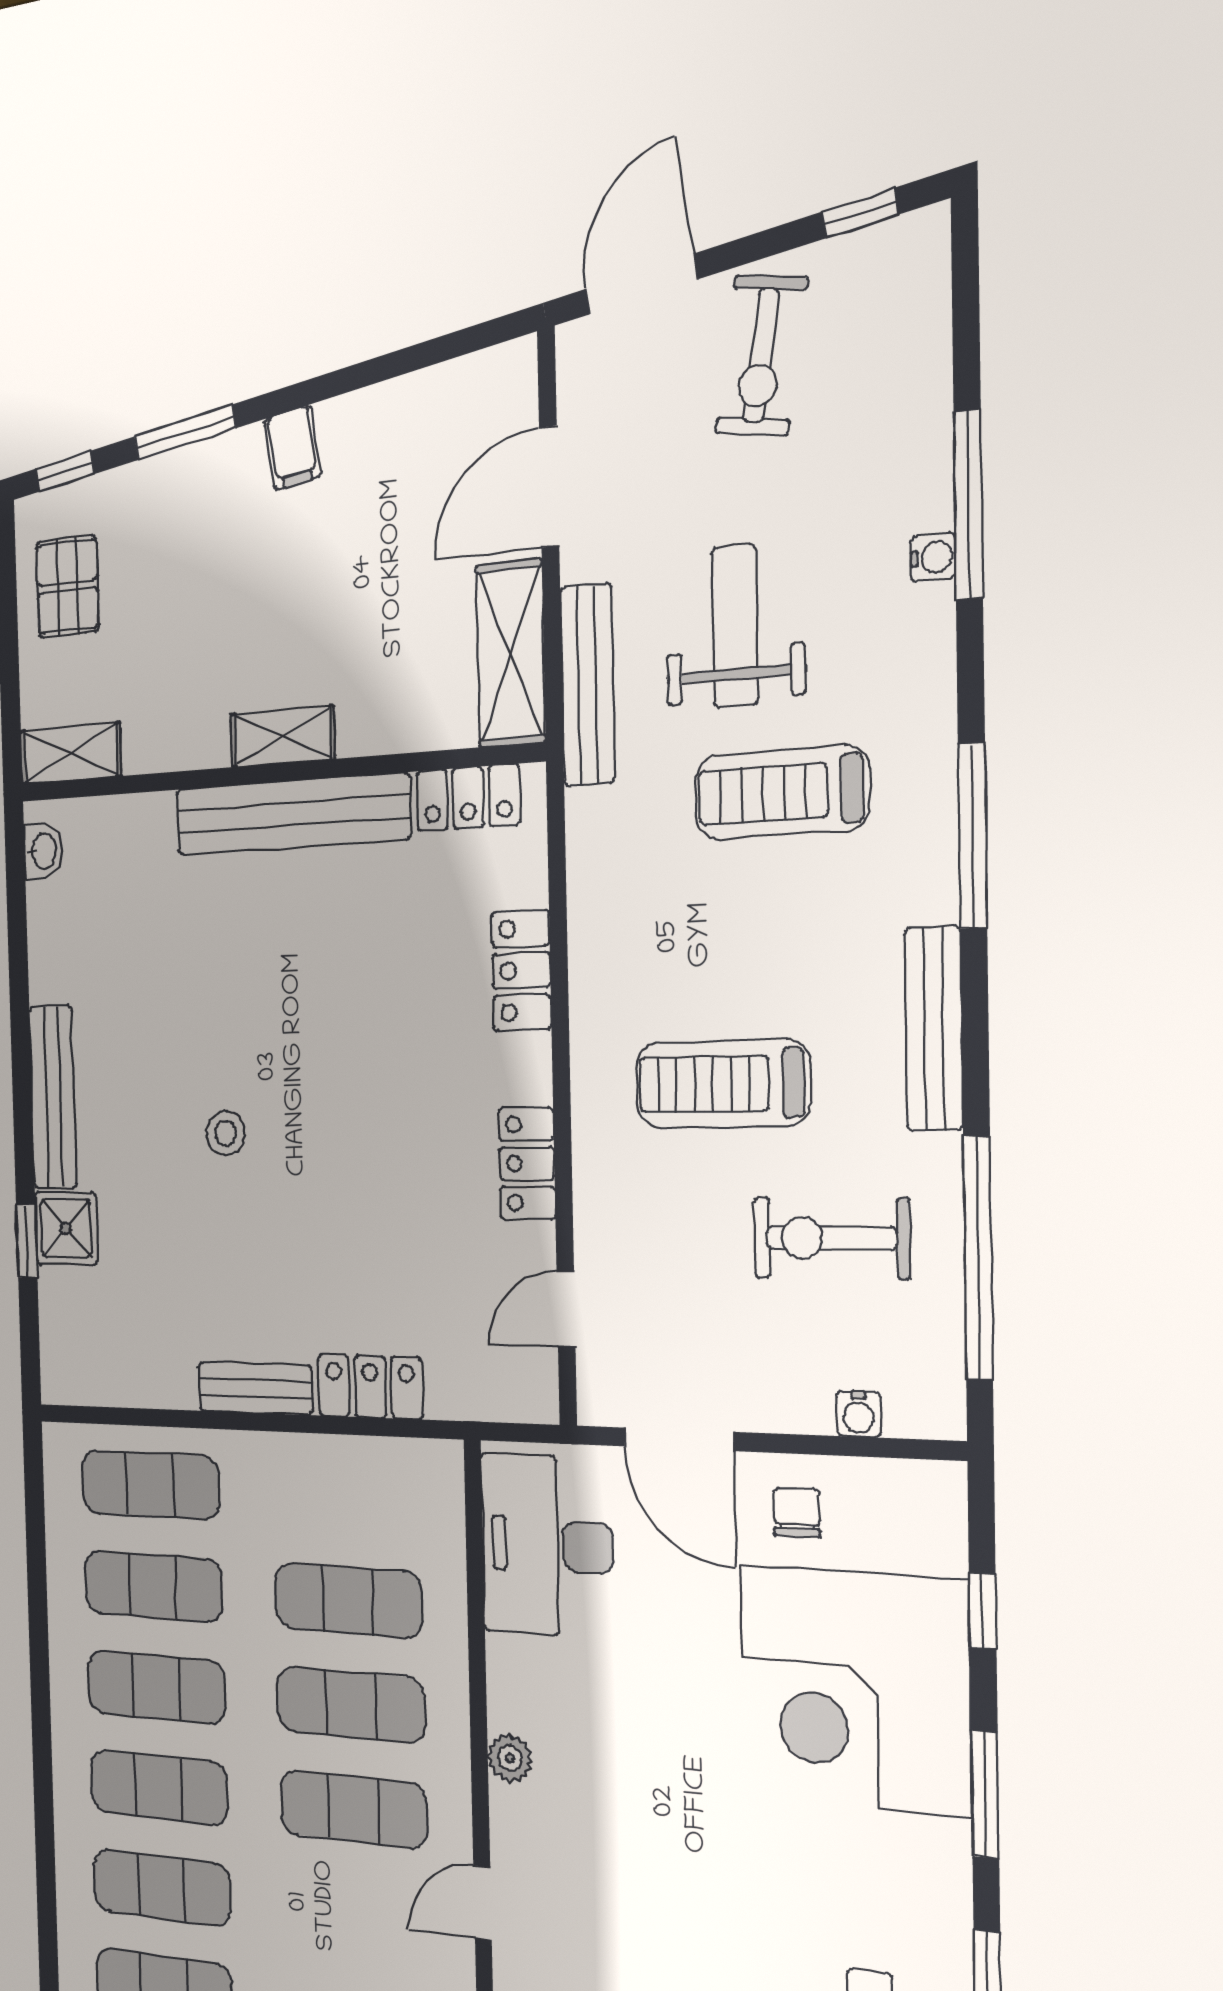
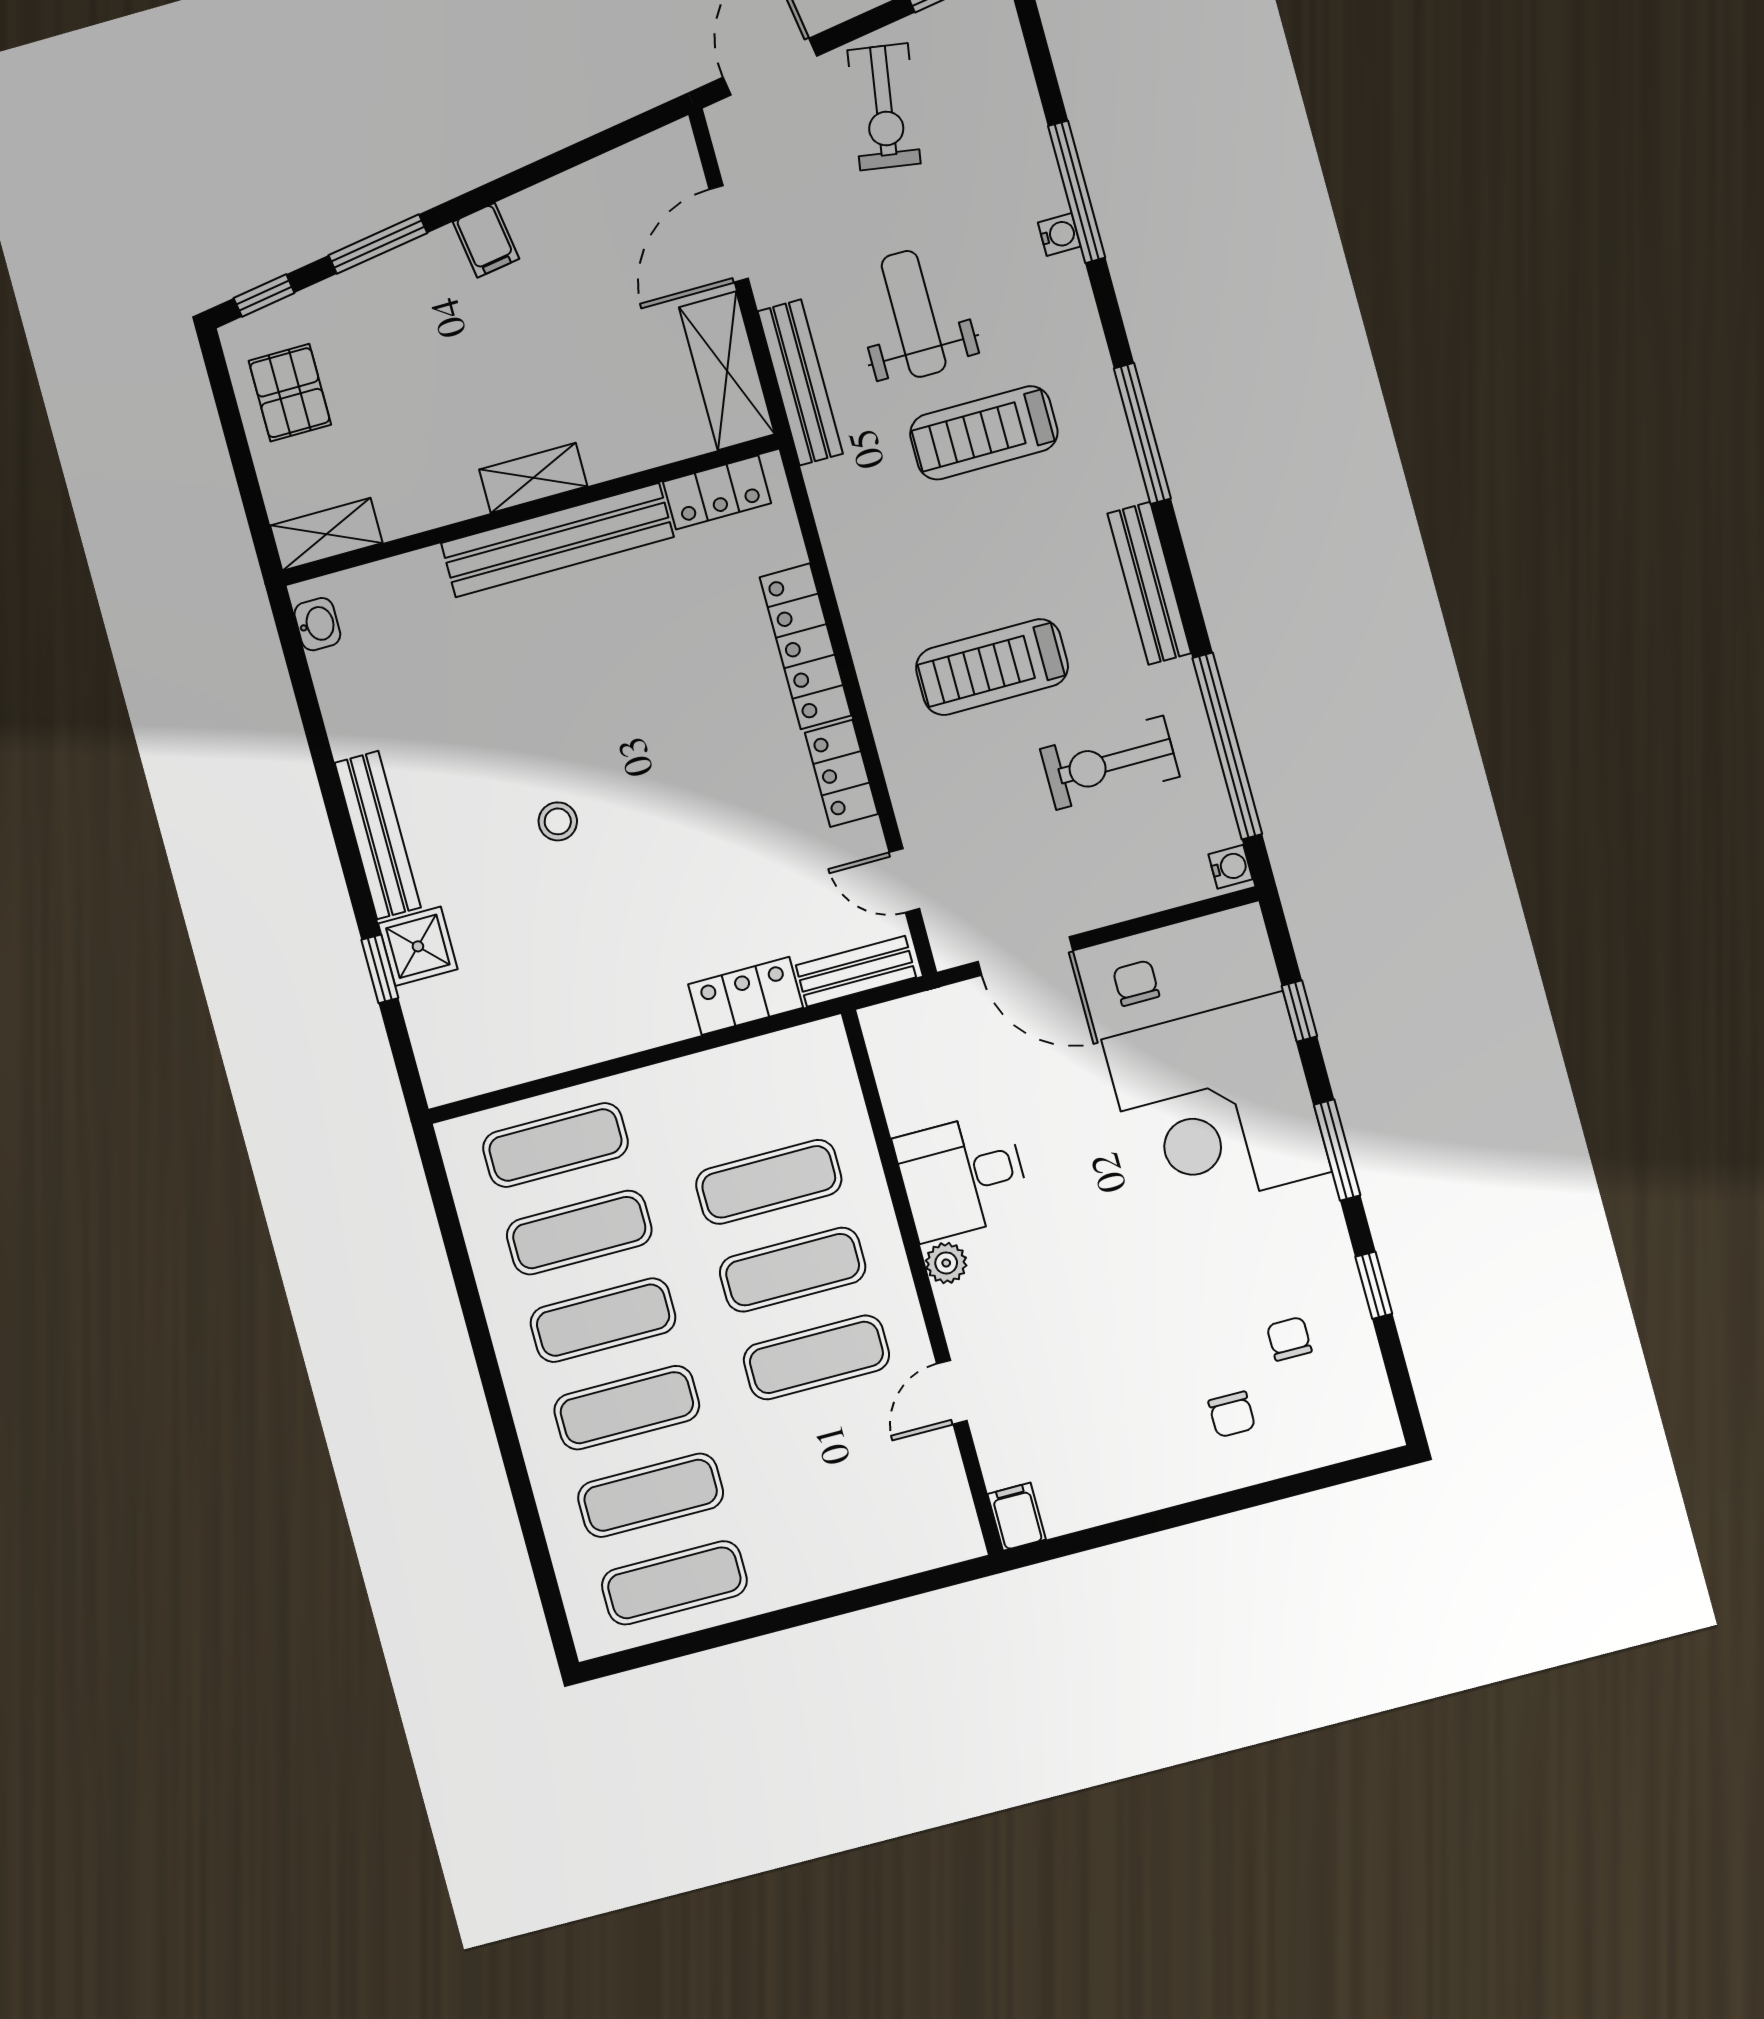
locker: (521, 971) -> (805, 646), width x1.53
door: (566, 1309) -> (904, 881), hinge flipped
bench: (255, 1388) -> (856, 971), moved
water cooler: (859, 1414) -> (1230, 867), moved, turned -90
desk: (547, 1545) -> (962, 1176), moved, width x0.73

